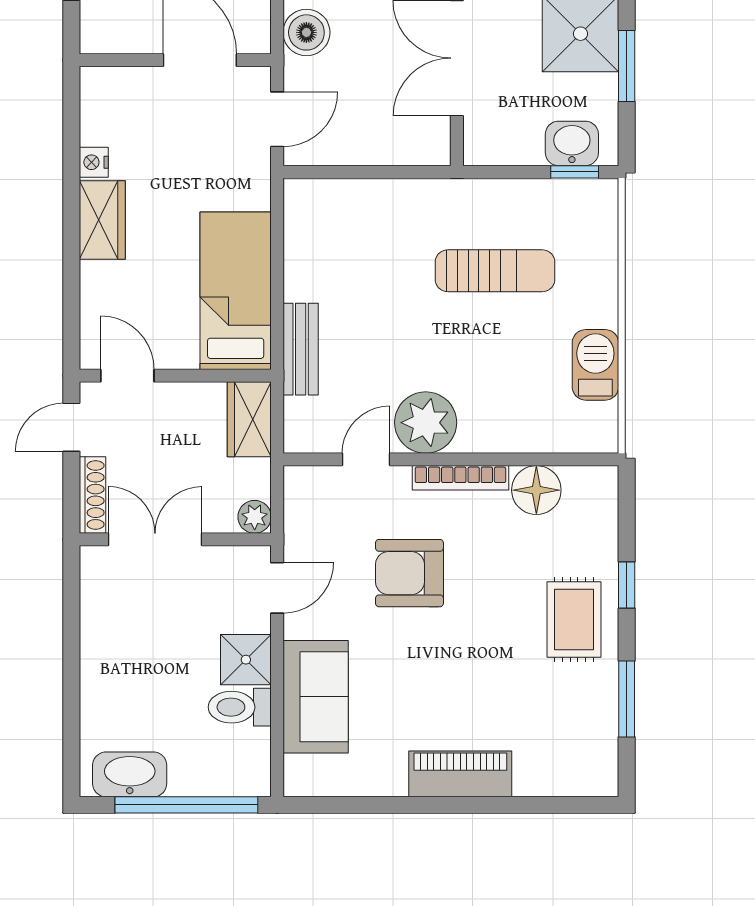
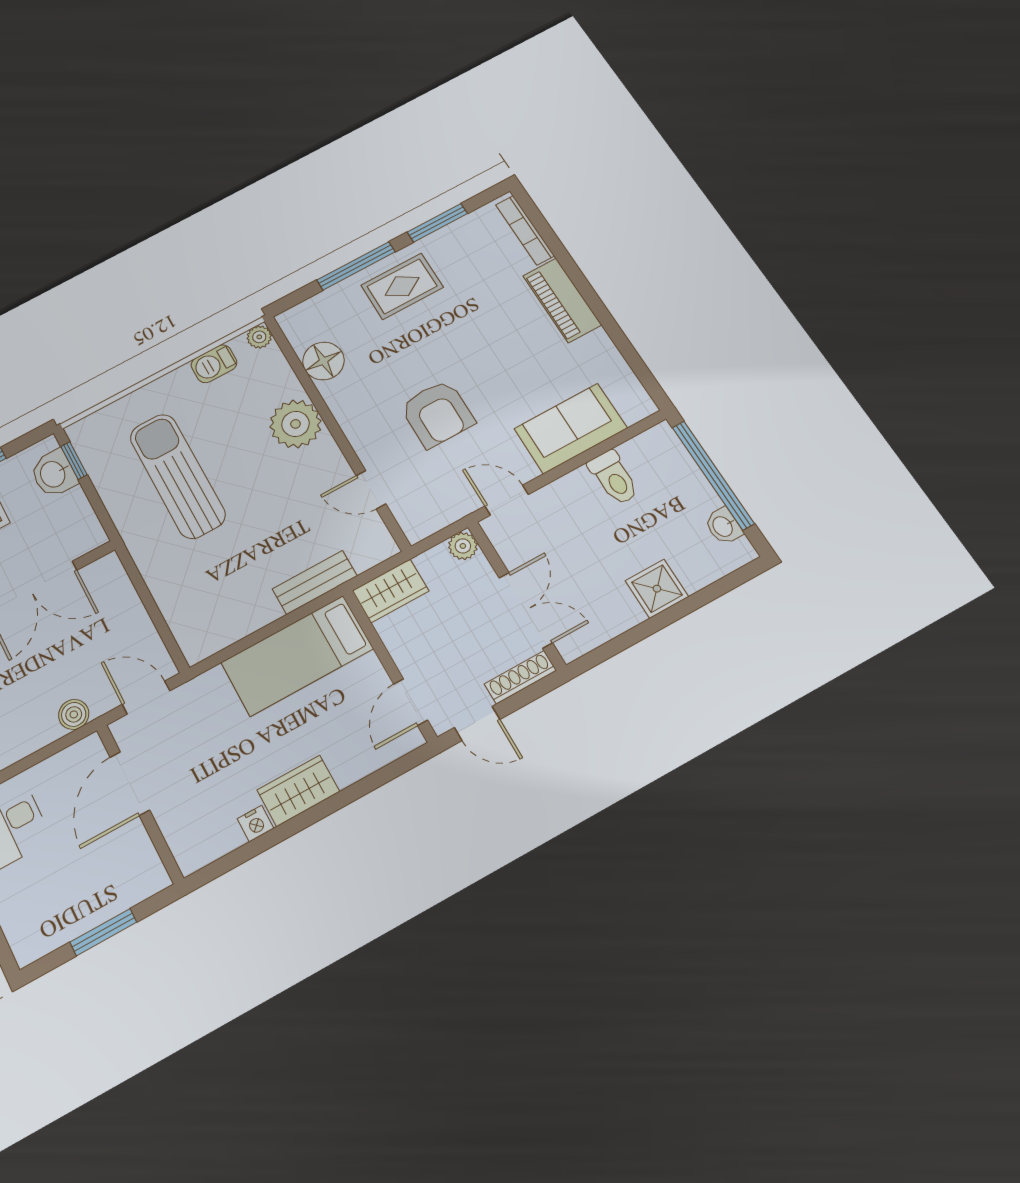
boiler: (306, 32) -> (74, 714), width x0.73, depth x0.73
sun lounger: (495, 271) -> (177, 476), width x1.36, depth x1.34
barbecue: (595, 365) -> (214, 364), width x0.73, depth x0.79
plant: (426, 423) -> (295, 424), moved
plant: (603, 438) -> (259, 337), added
bookcase: (460, 478) -> (525, 230), moved, turned 180
double door: (155, 539) -> (526, 610), swing flipped
window: (627, 585) -> (356, 266), width x2.17
shower: (246, 660) -> (657, 589), moved
washbasin: (130, 774) -> (723, 526), width x0.52, depth x0.69

